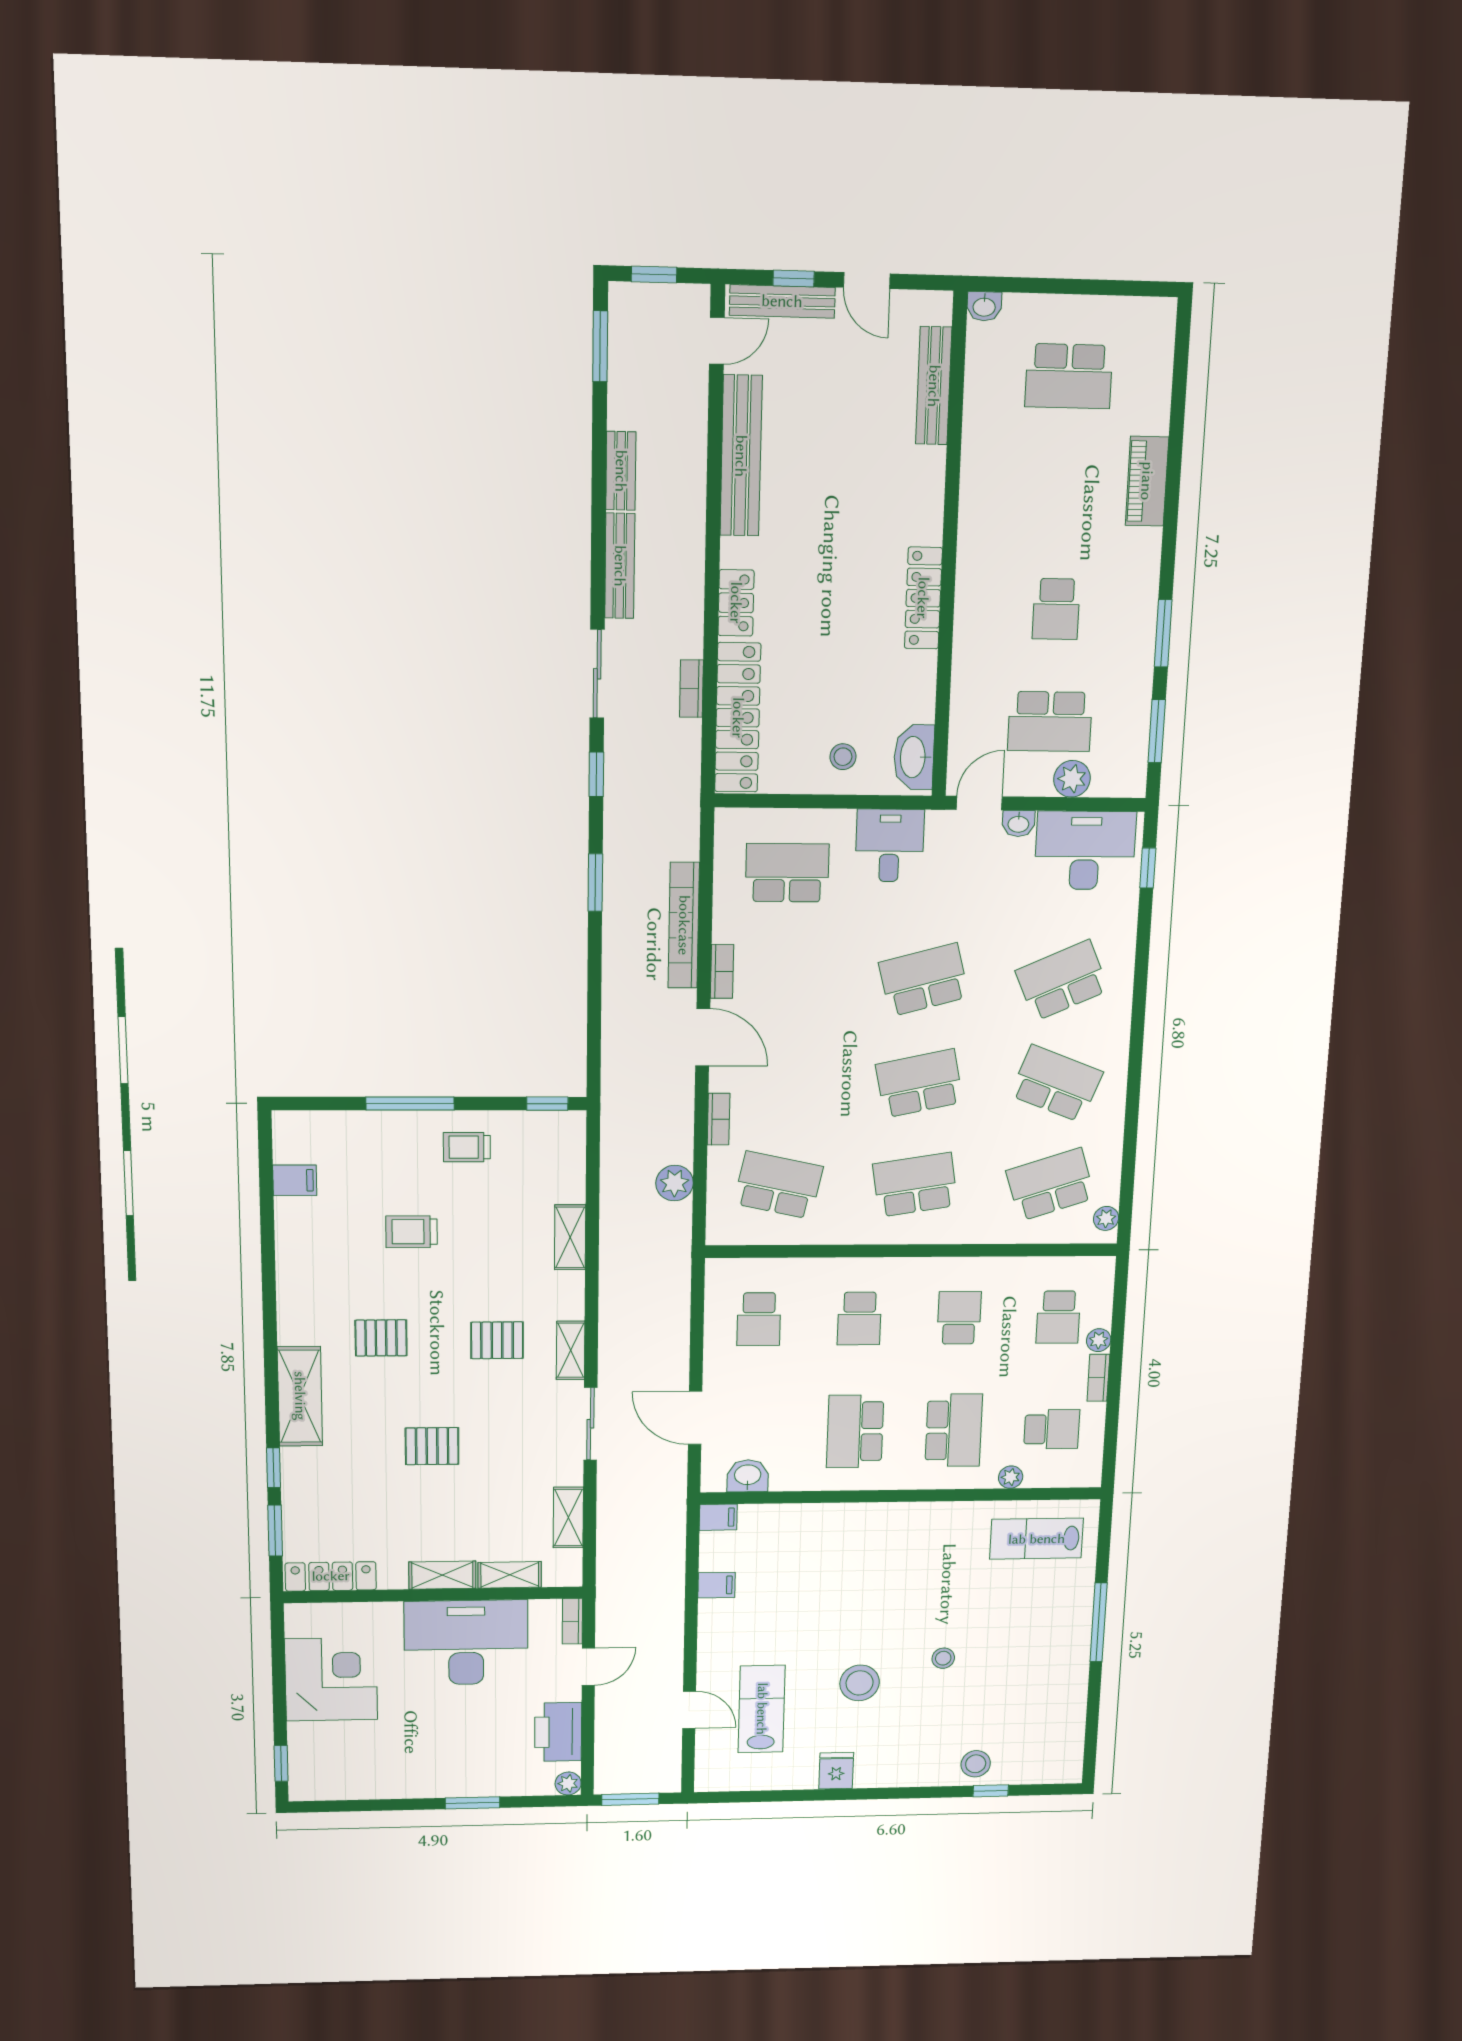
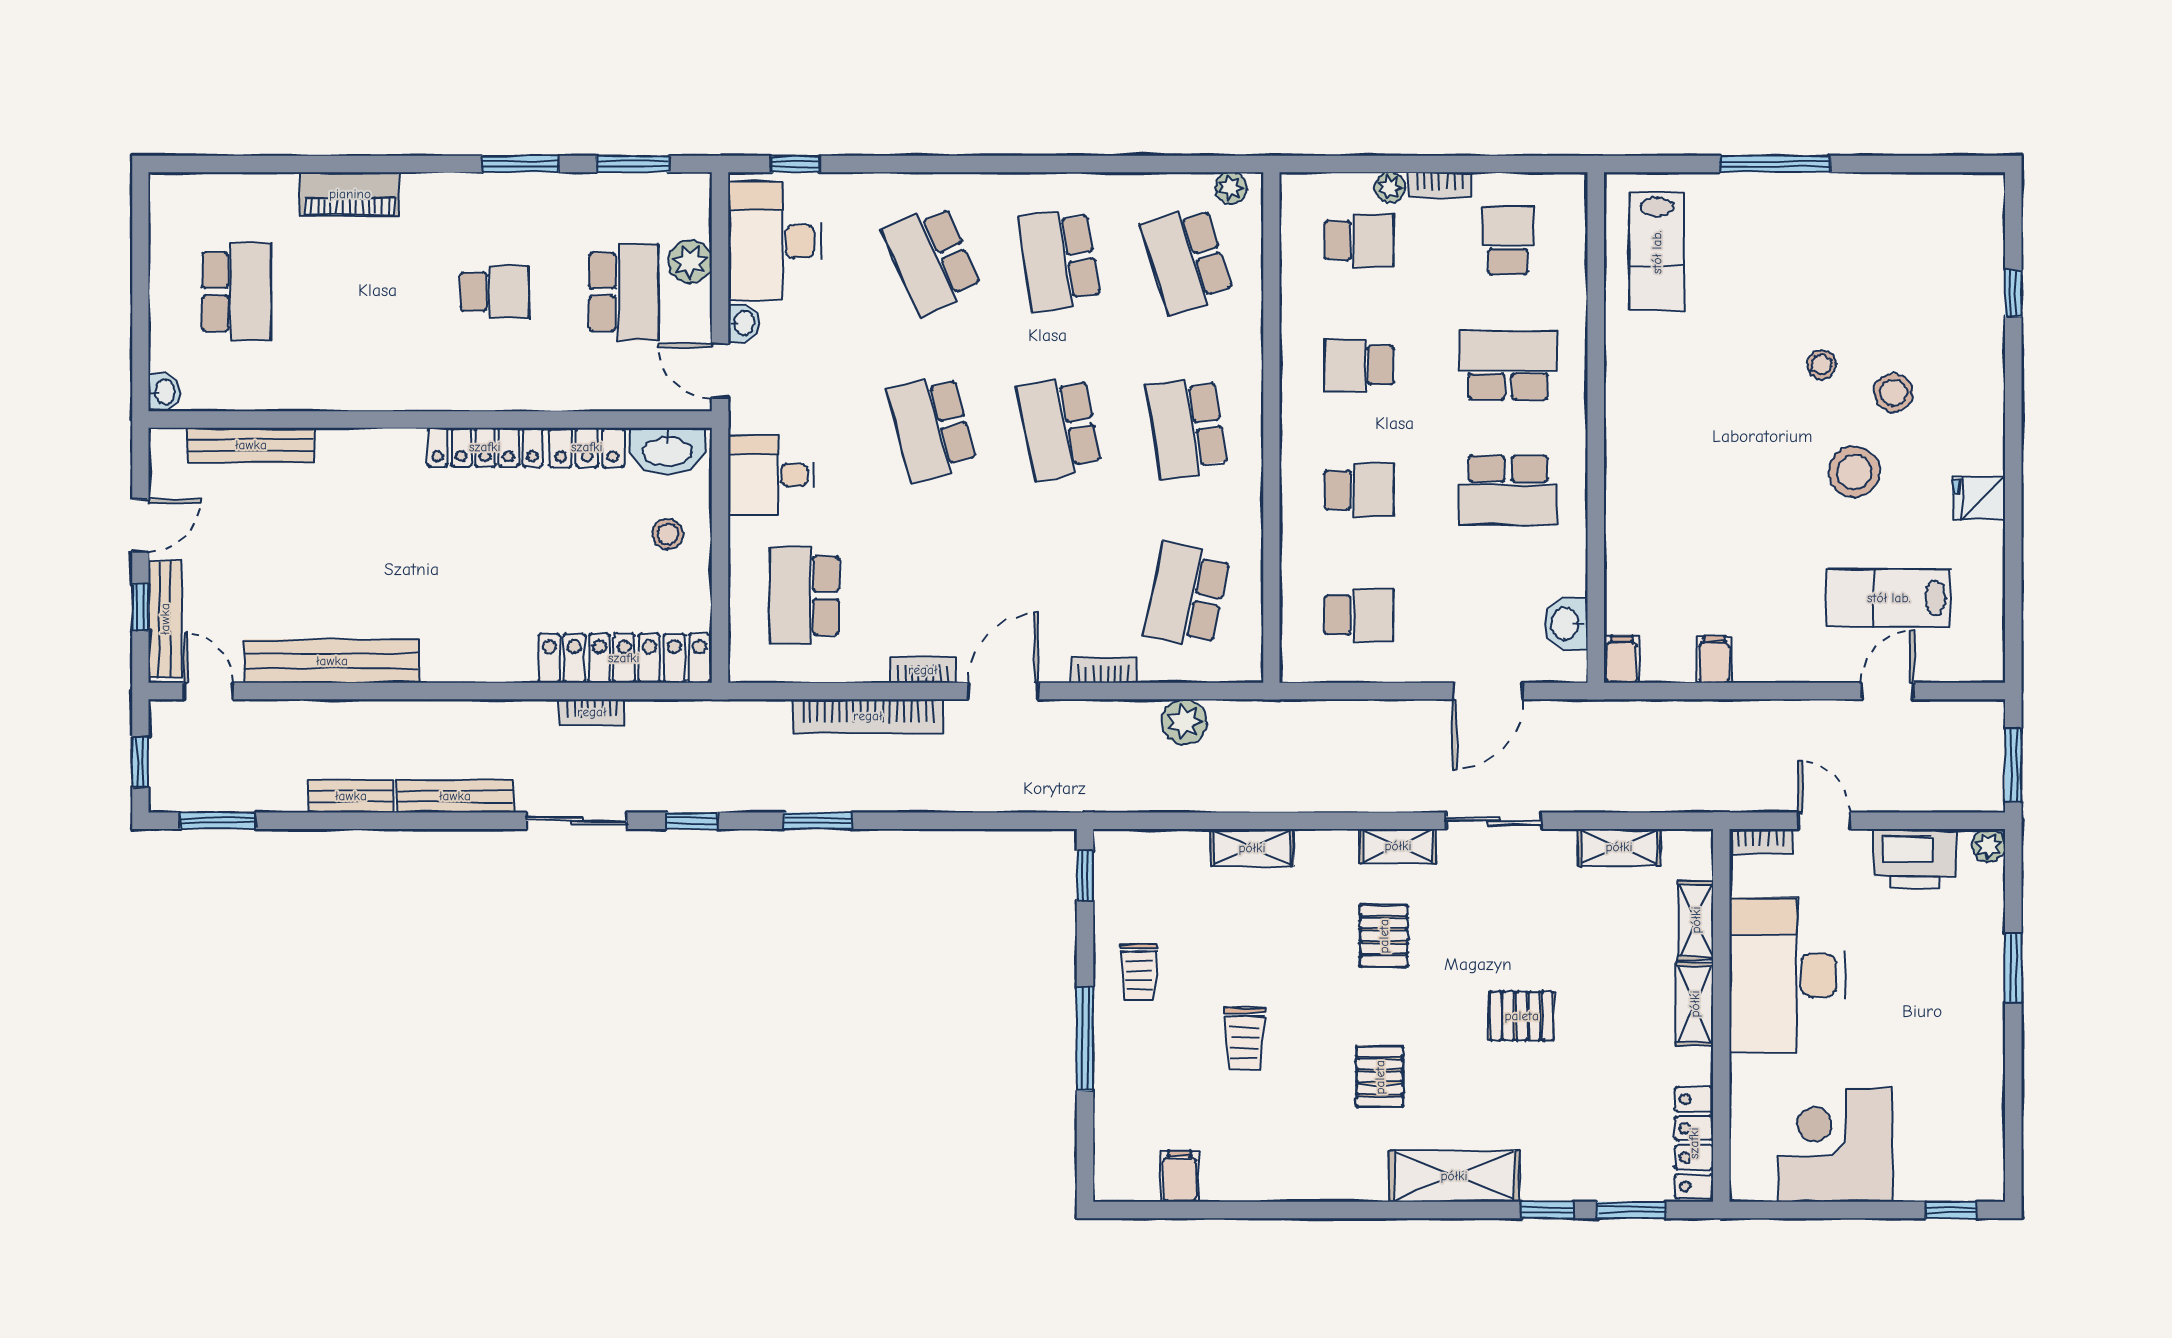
locker: (736, 603) -> (587, 447), moved, turned 180
school desk: (1056, 1084) -> (1059, 260), turned -30
pallet: (432, 1446) -> (1522, 1016), turned 90
plant: (1011, 1477) -> (1572, 290), removed
stool: (976, 1764) -> (1893, 393), moved

